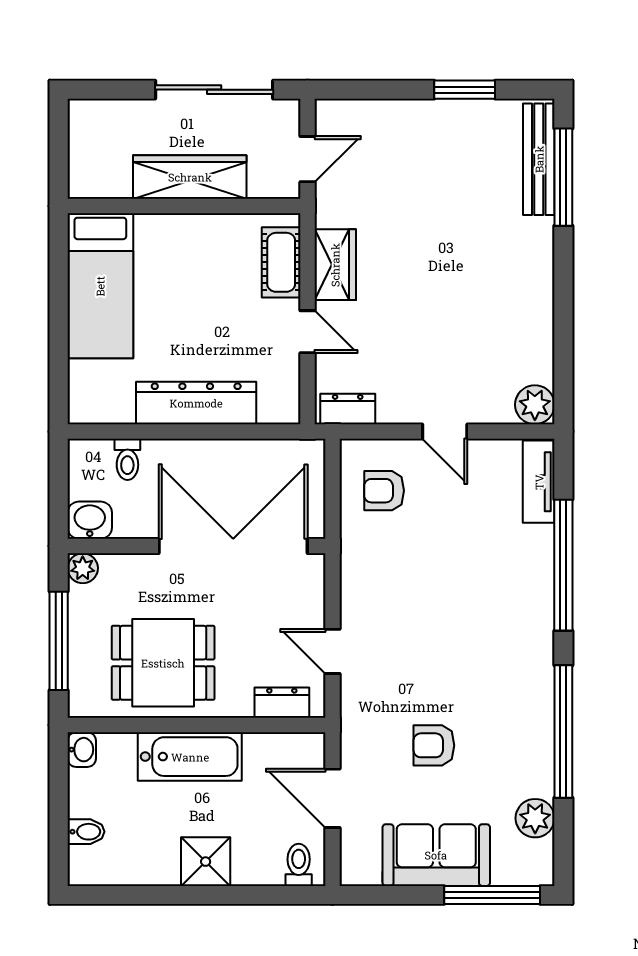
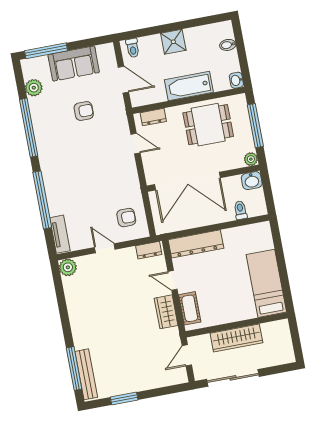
dresser: (196, 403) -> (196, 244), moved

